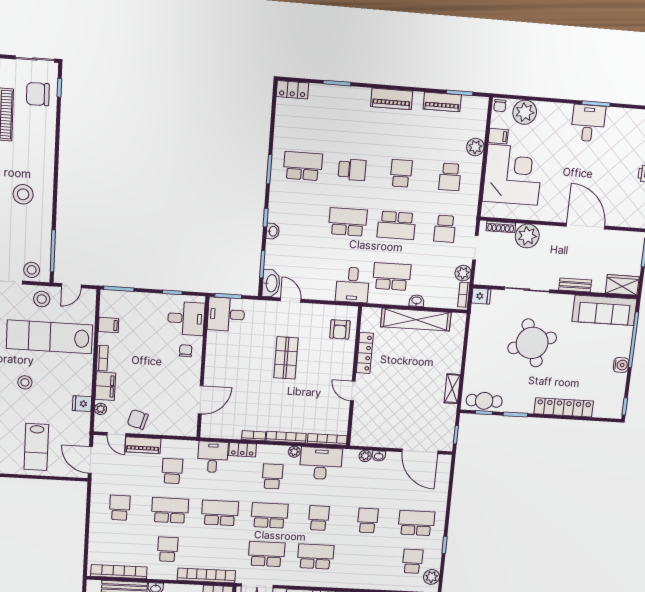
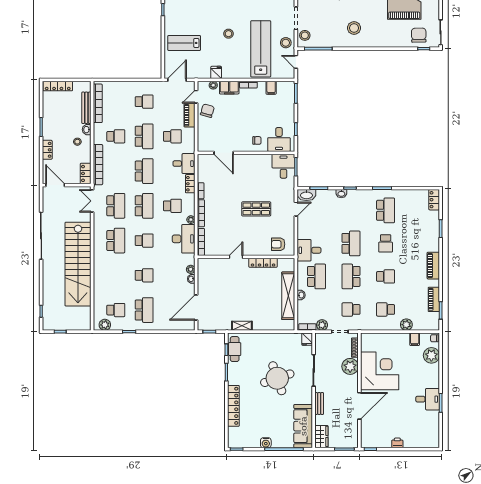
corner desk: (513, 175) -> (380, 371), moved, turned -90

